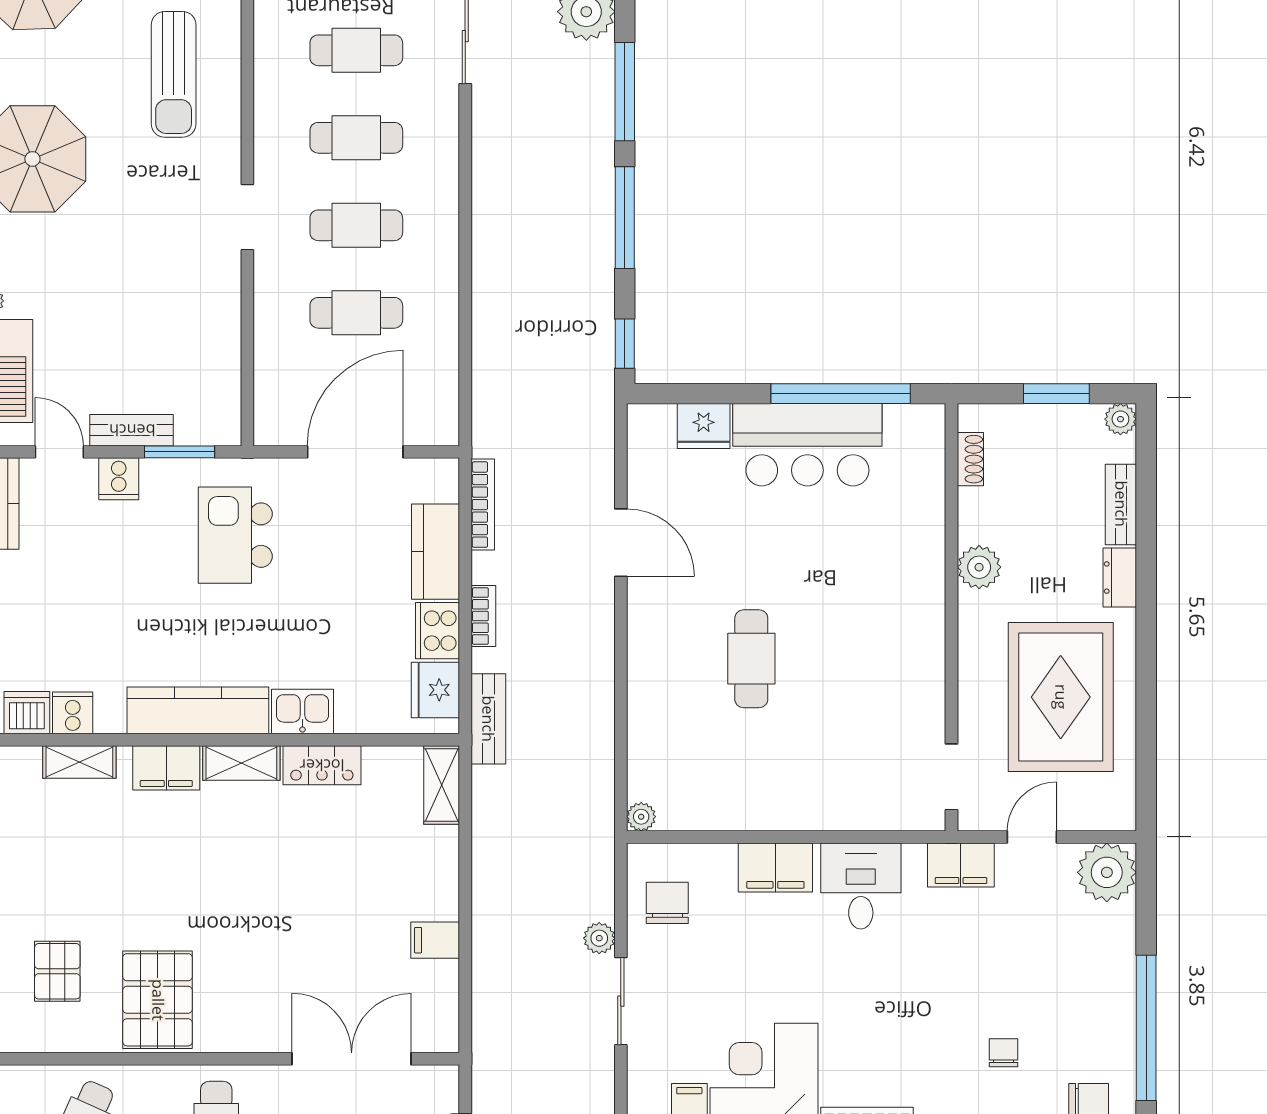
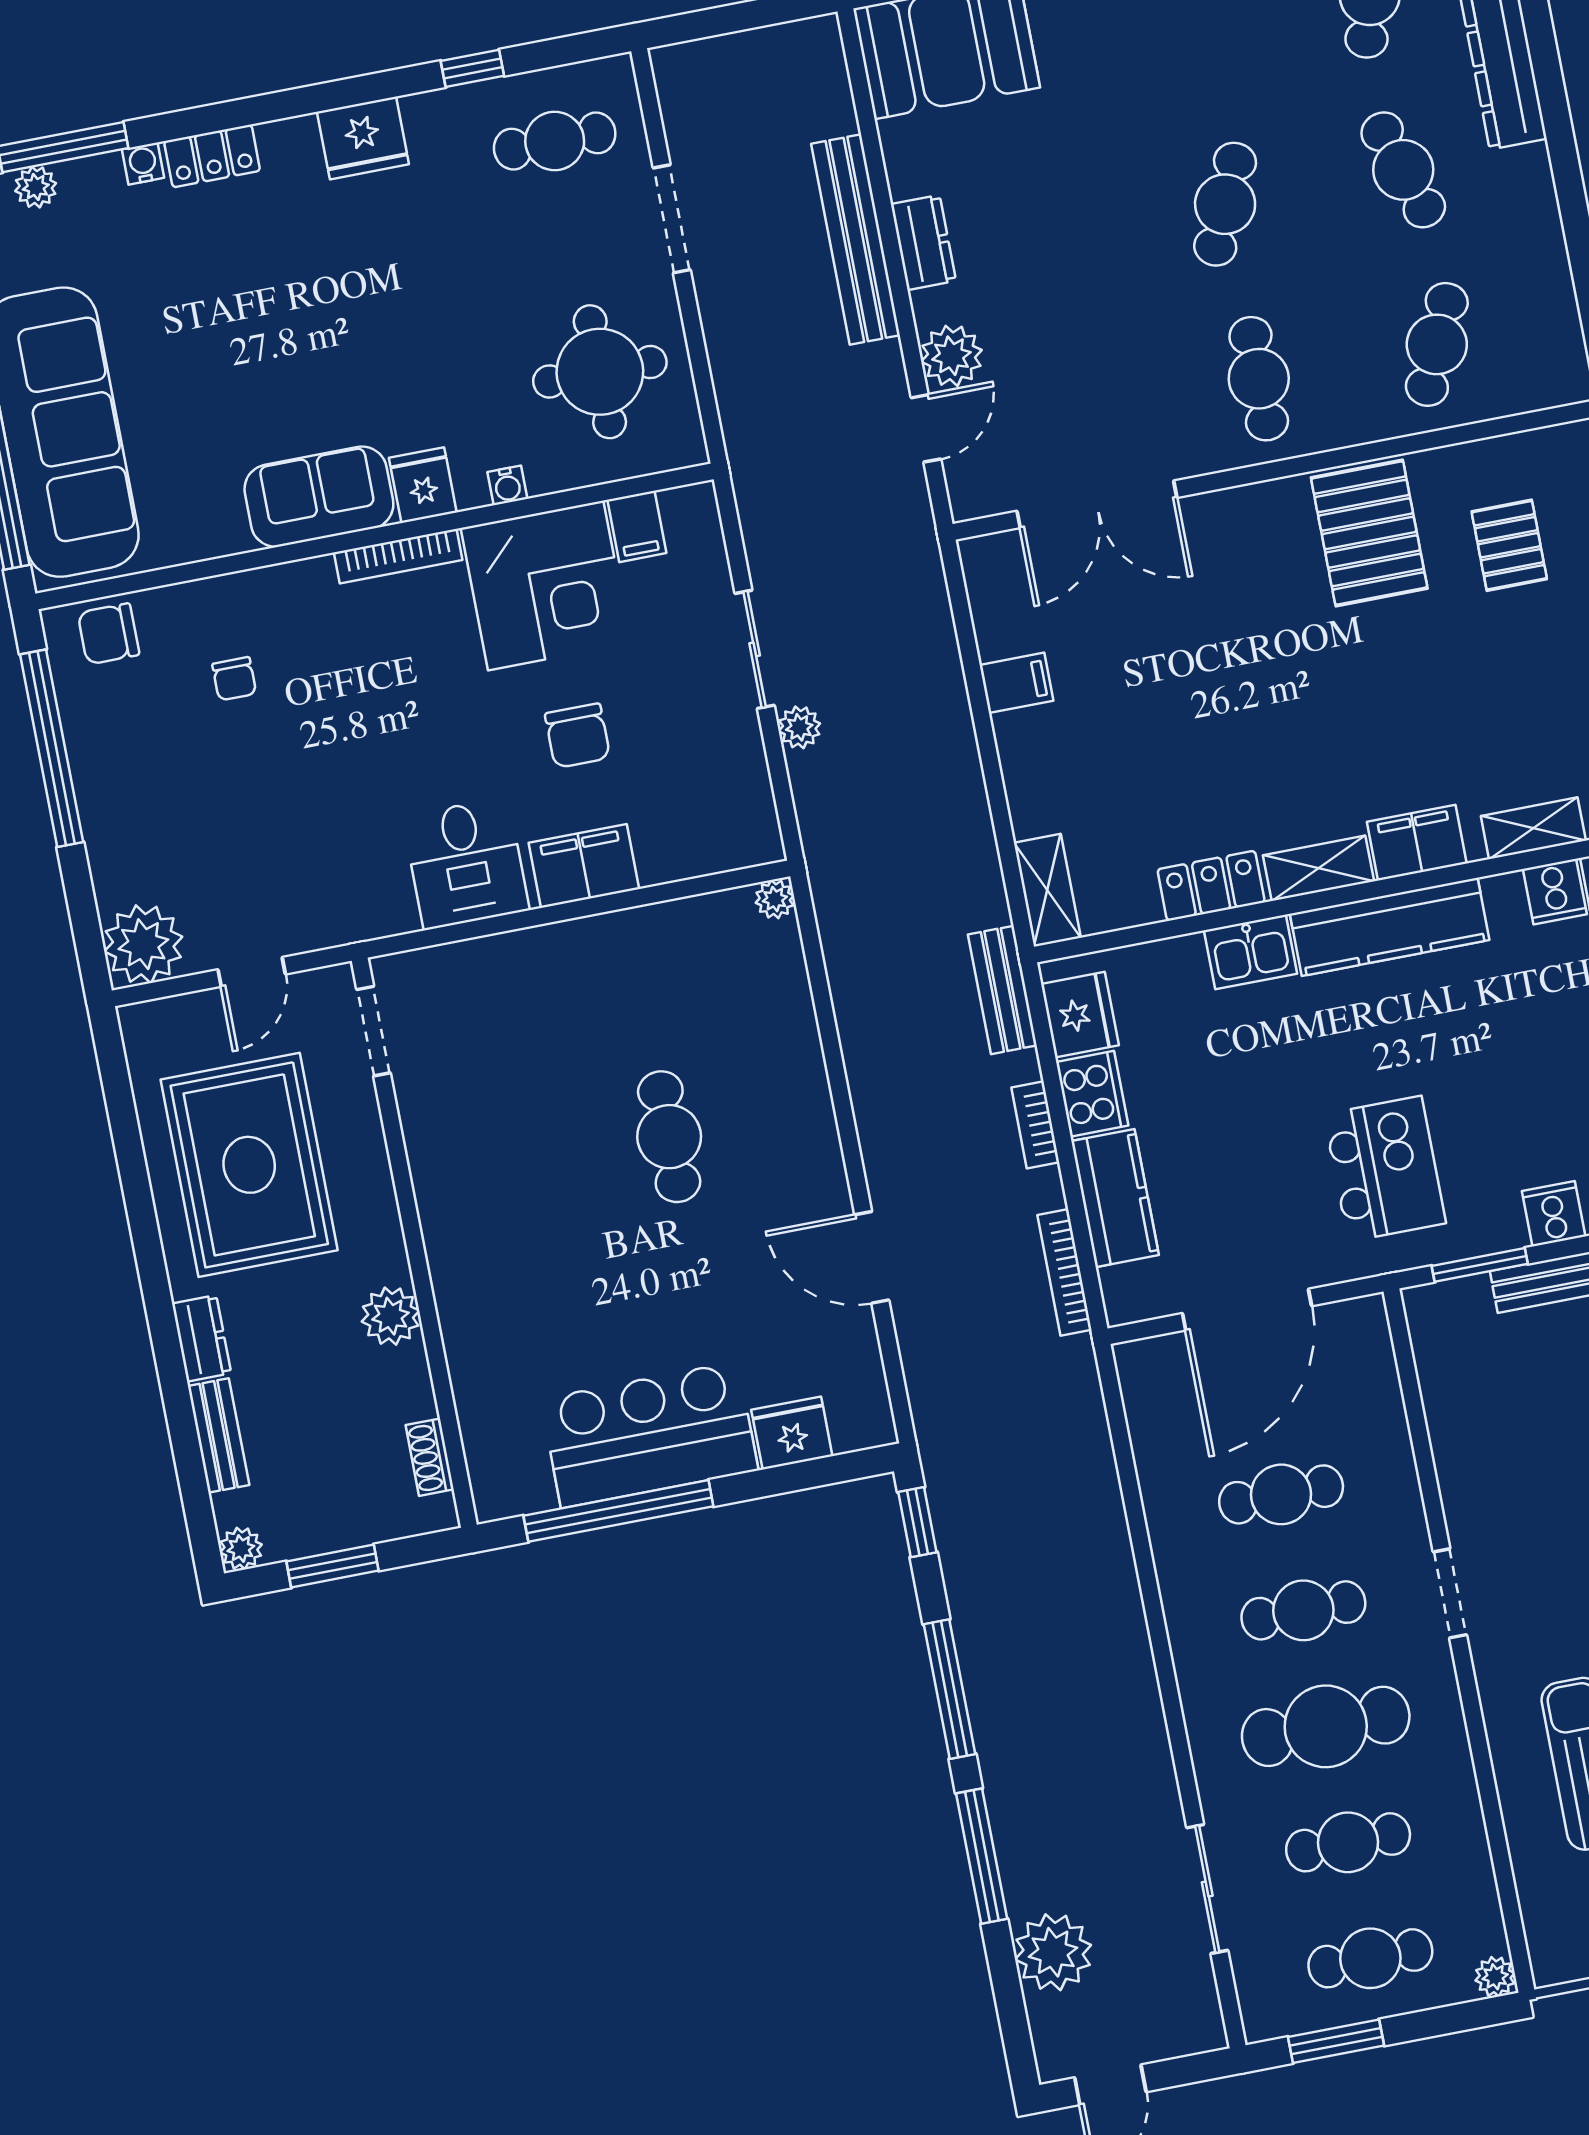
cafe table: (356, 138) -> (1326, 1726), width x1.37, depth x1.35
filing cabinet: (961, 865) -> (339, 917), removed
chair: (667, 903) -> (577, 736), moved

